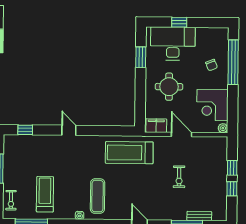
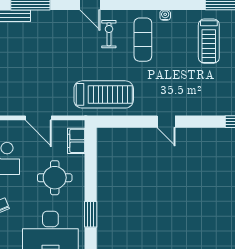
filing cabinet: (156, 126) -> (76, 141), moved, turned 90
door: (69, 130) -> (166, 122), moved
exercise bike: (179, 177) -> (109, 34), moved

